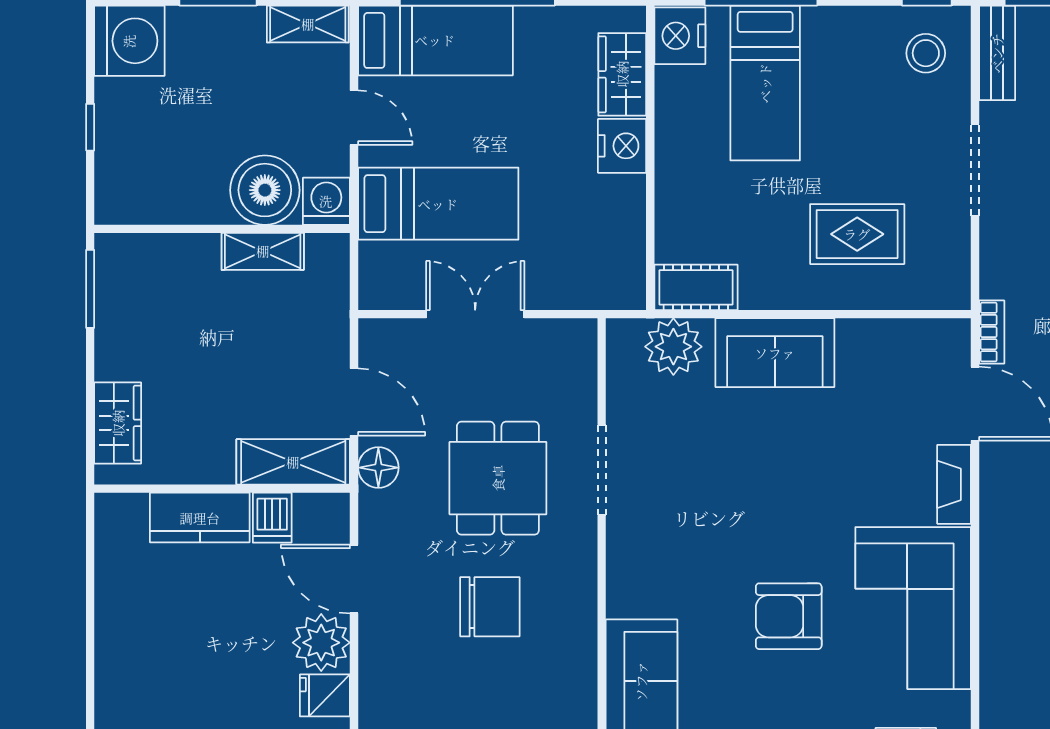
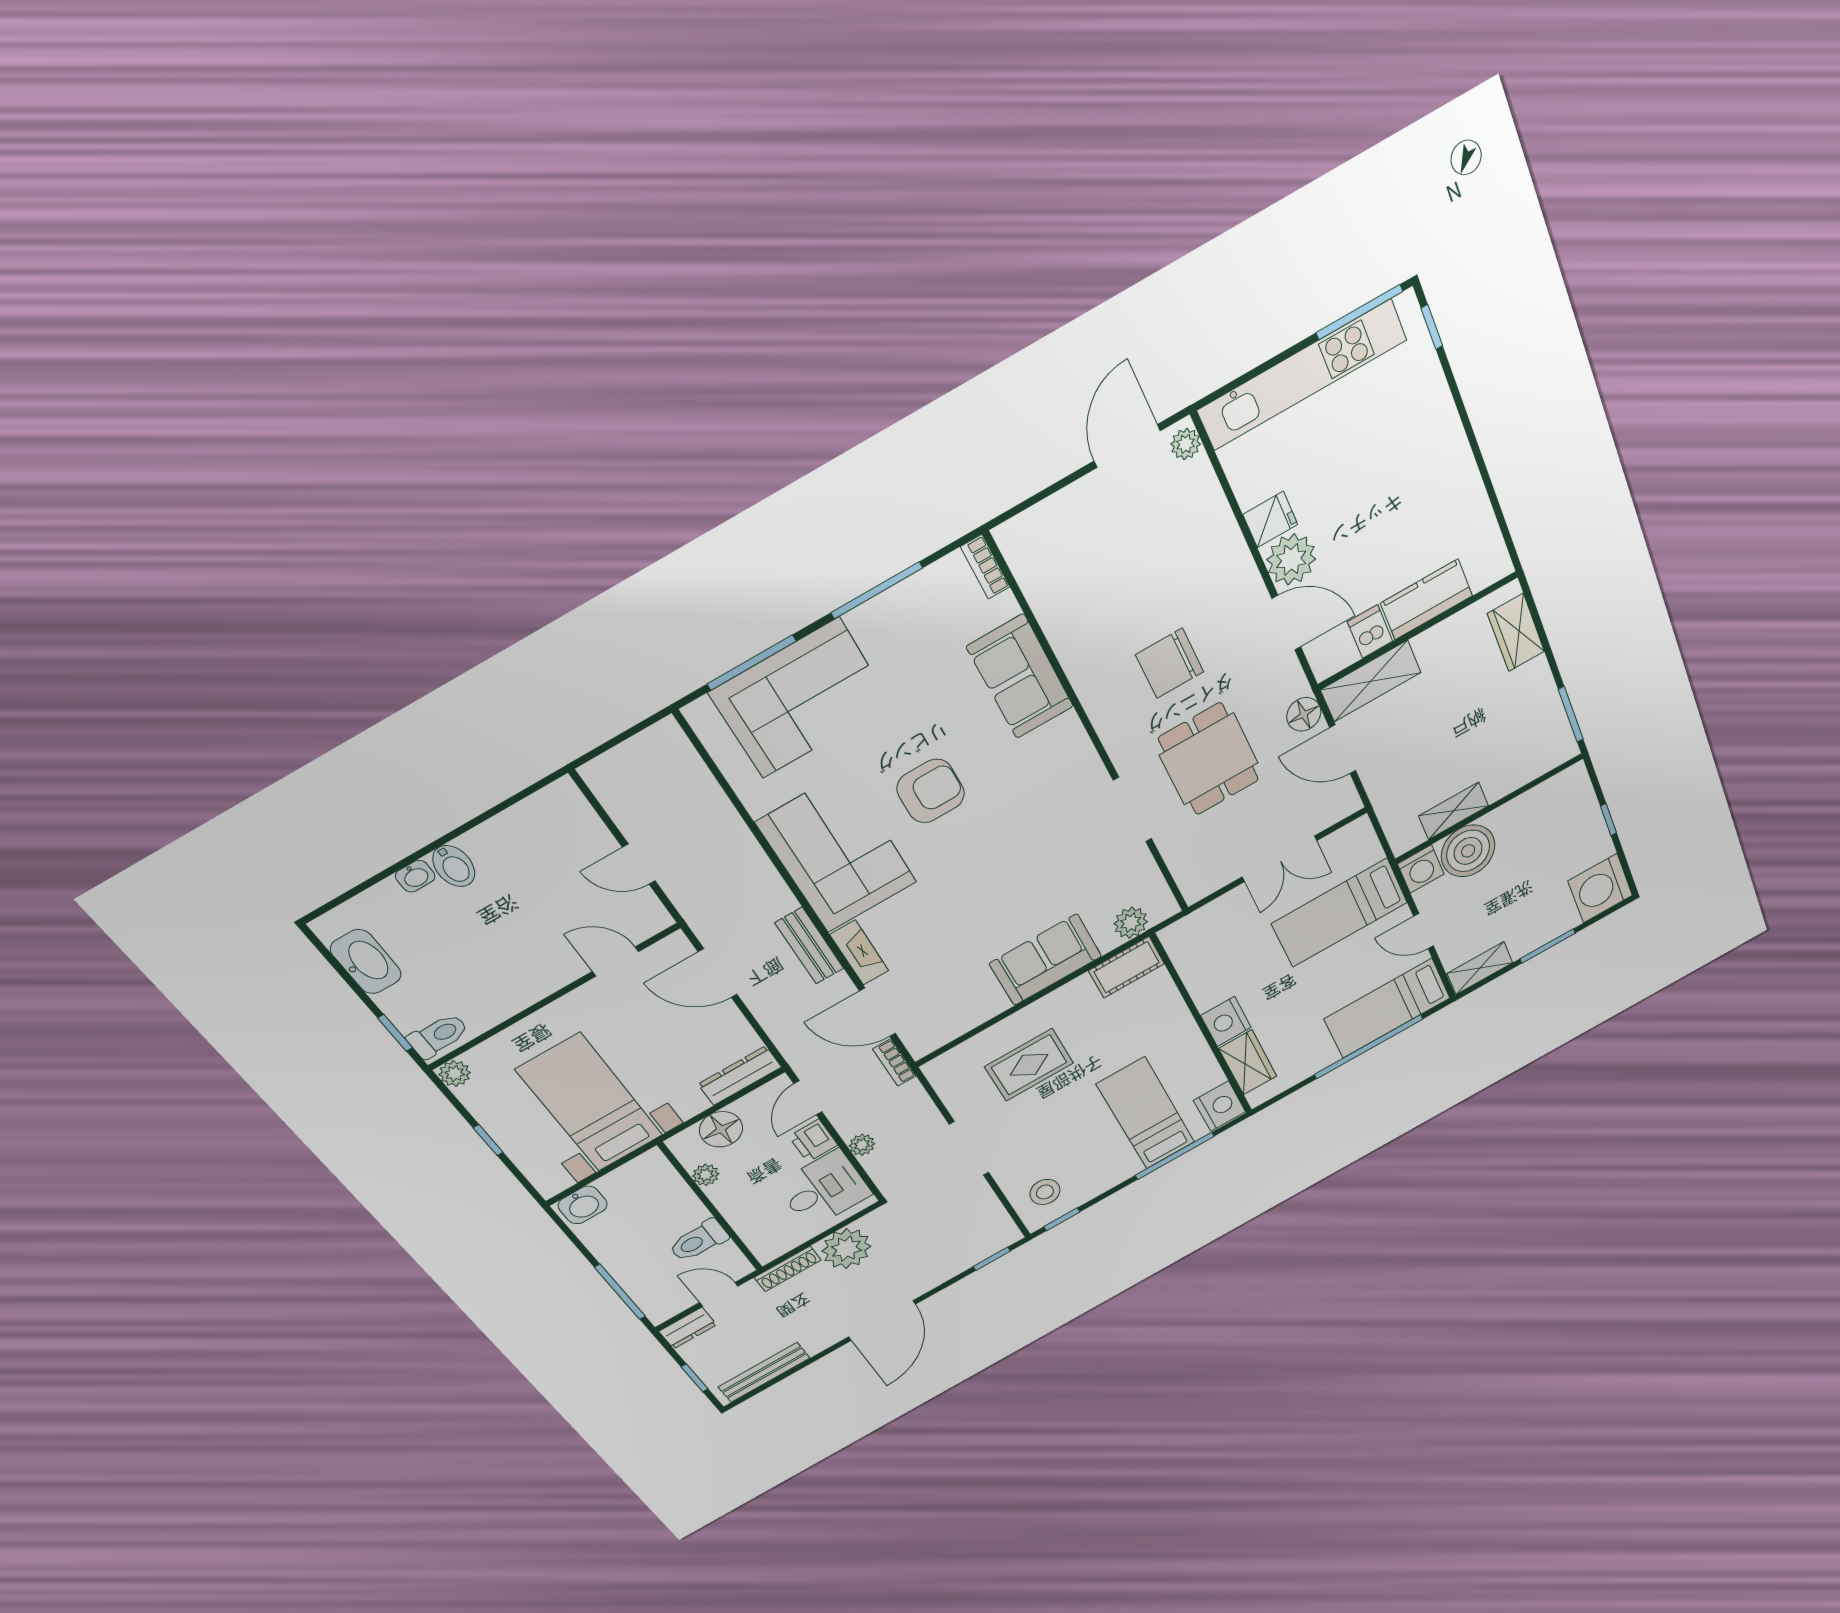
bench: (997, 53) -> (809, 946), moved
plant: (673, 347) -> (1131, 923), width x0.73, depth x0.73

